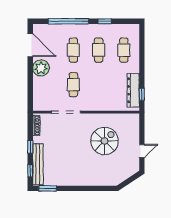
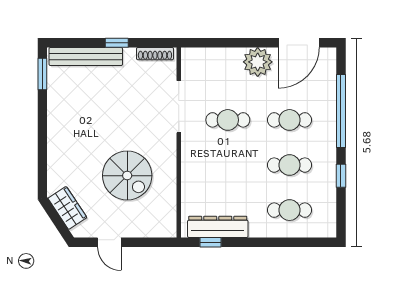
window: (30, 171) -> (74, 43), removed
wardrobe: (123, 174) -> (67, 208), added

